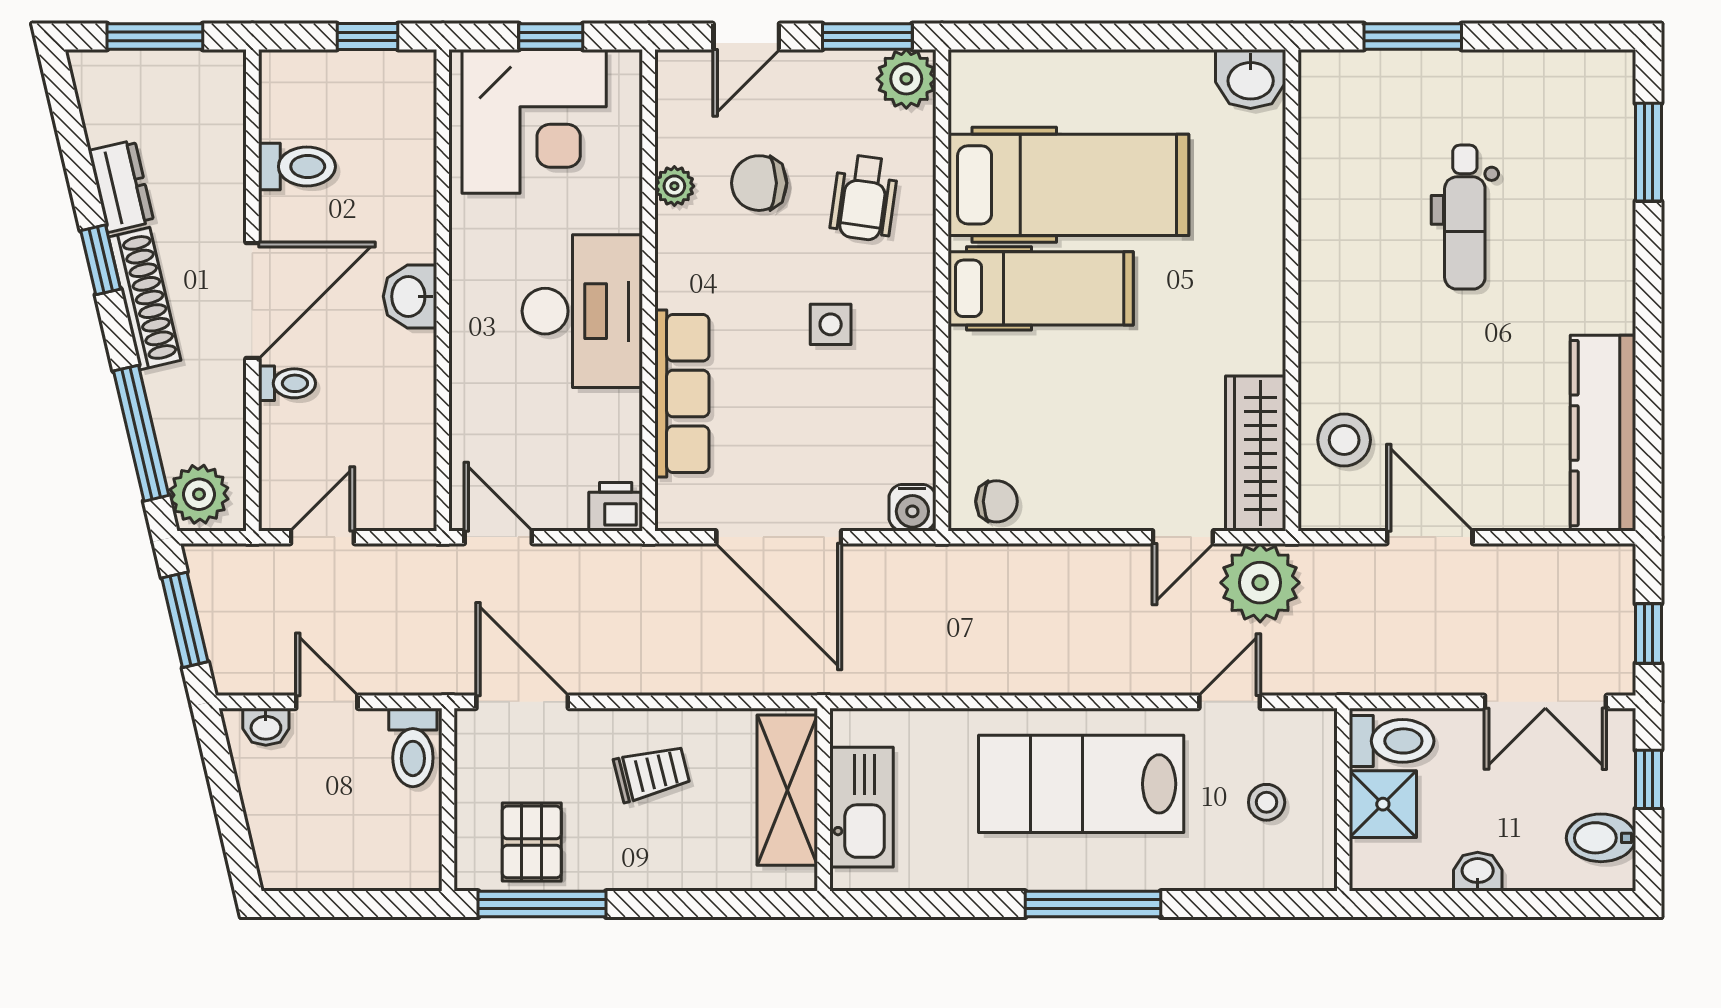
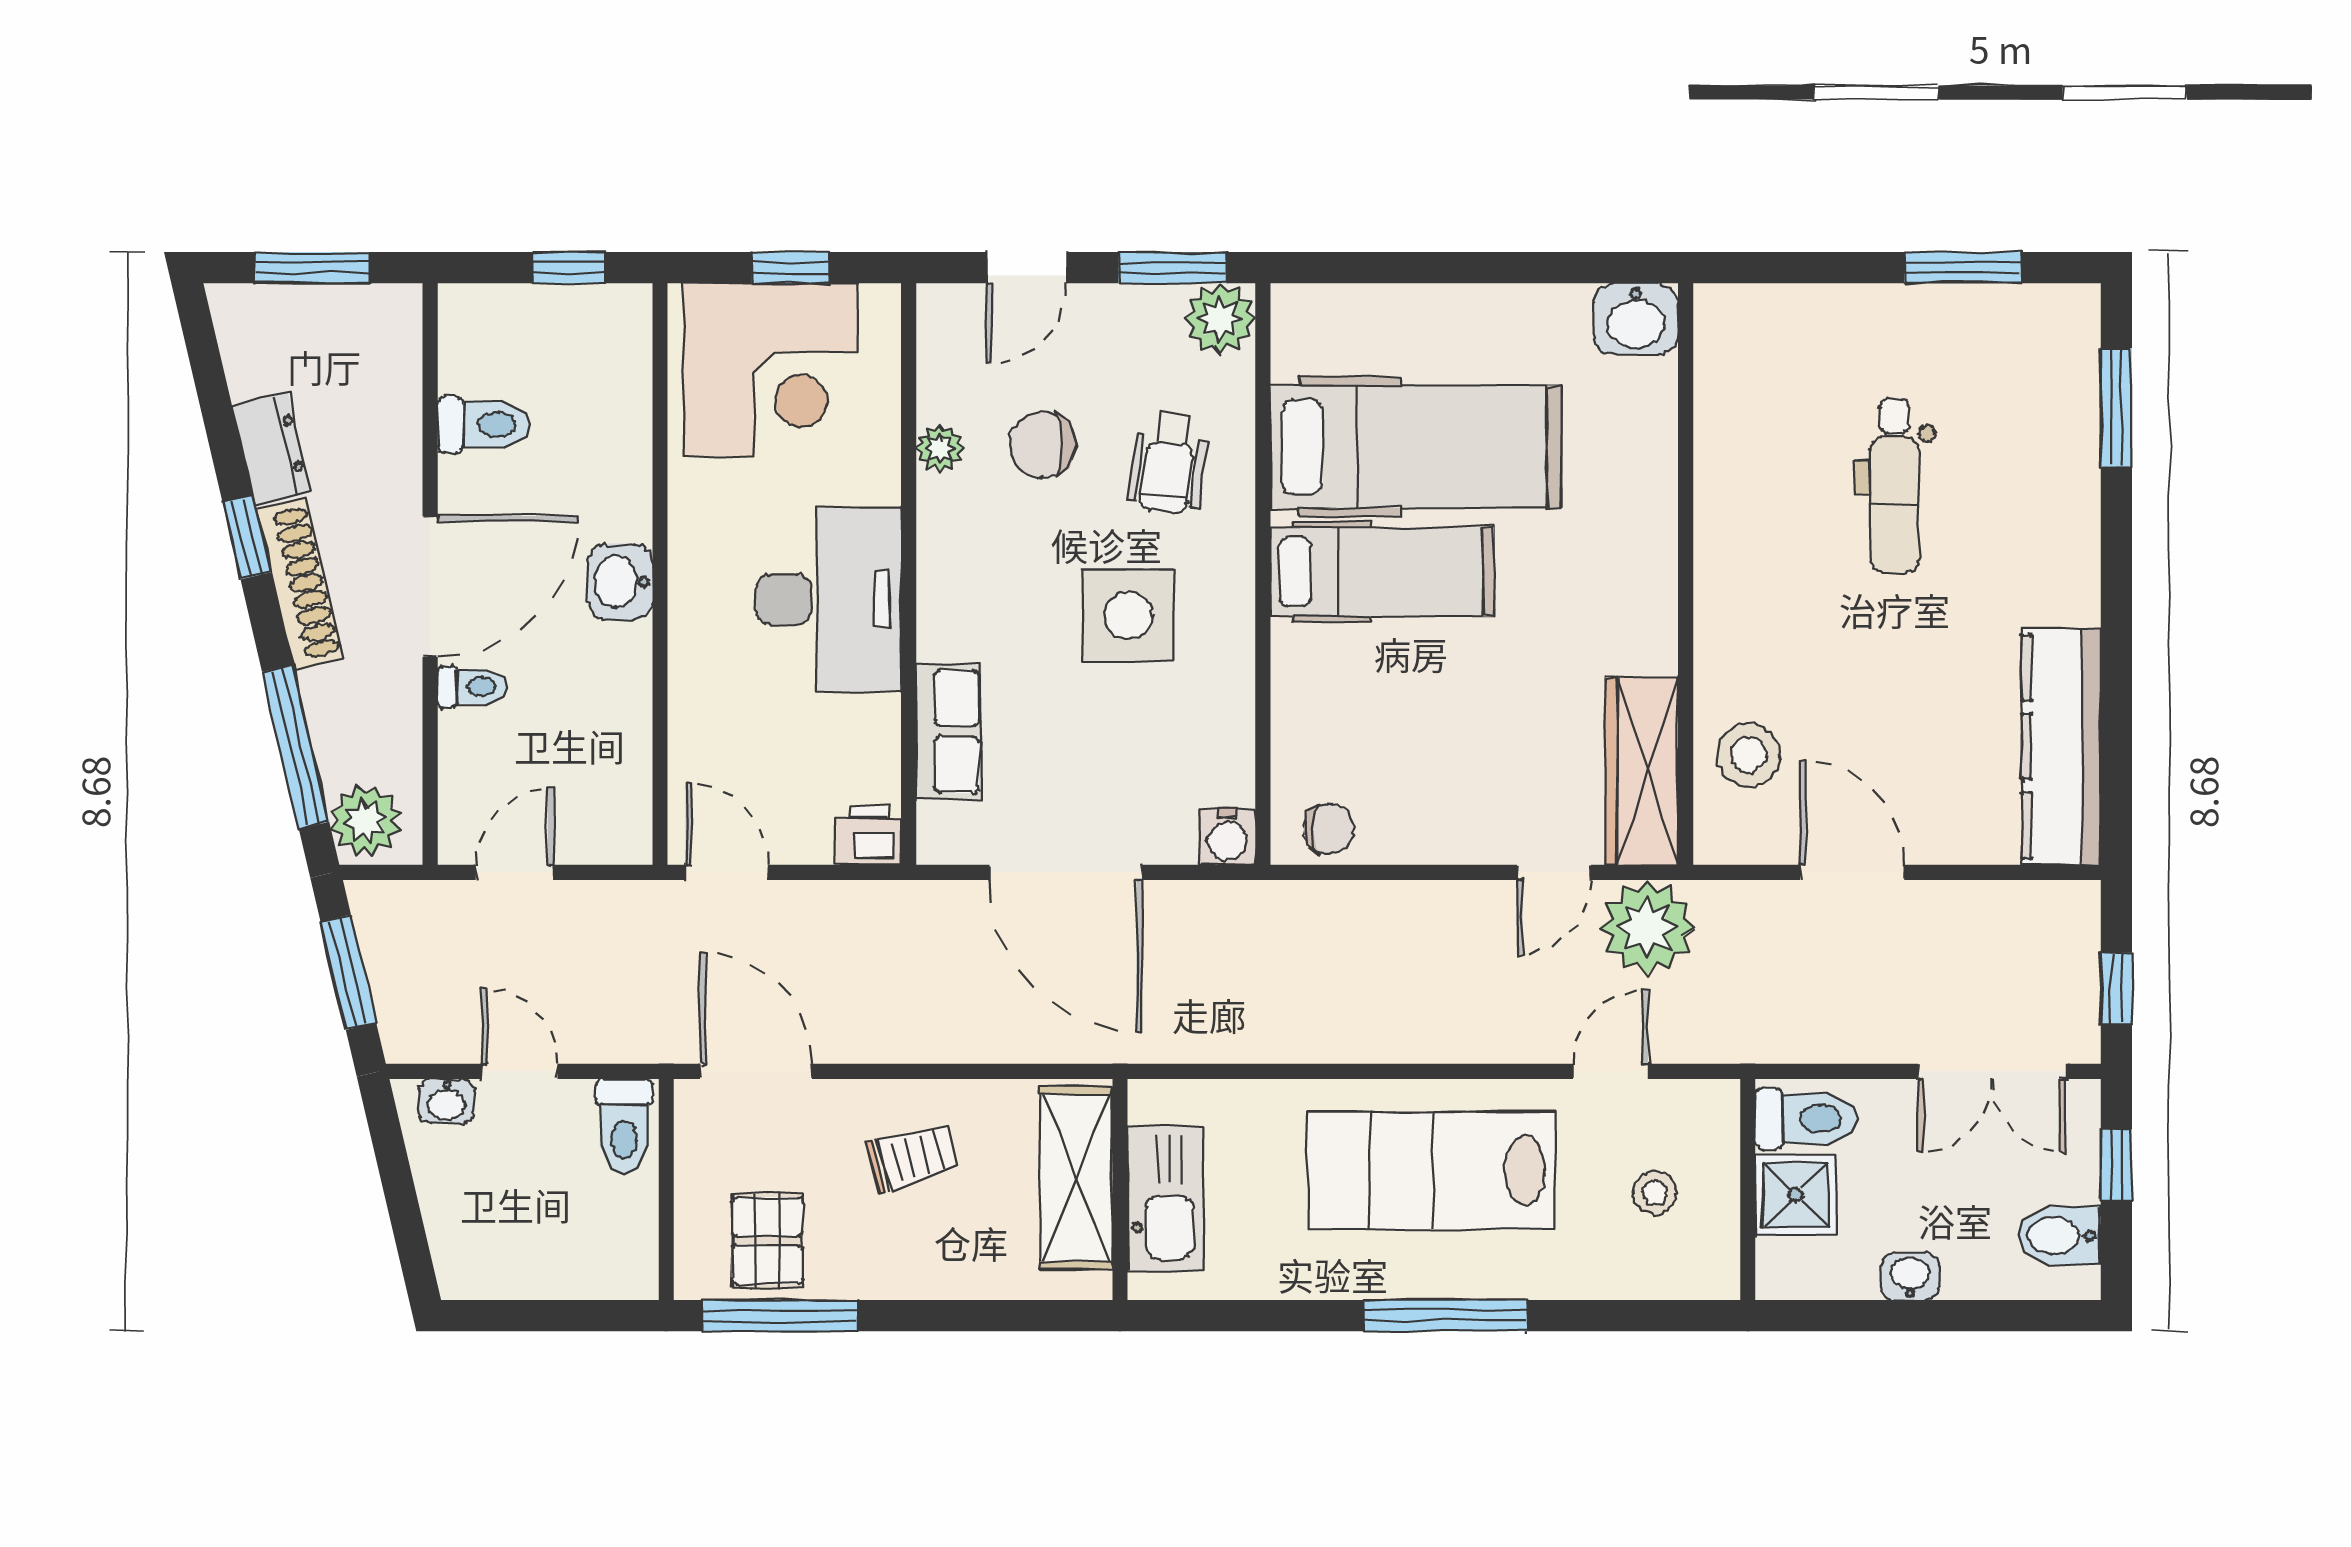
window: (1413, 37) -> (1963, 268), moved
side table: (831, 324) -> (1128, 615), width x1.87, depth x1.87
row of seats: (682, 394) -> (949, 732), width x0.68

